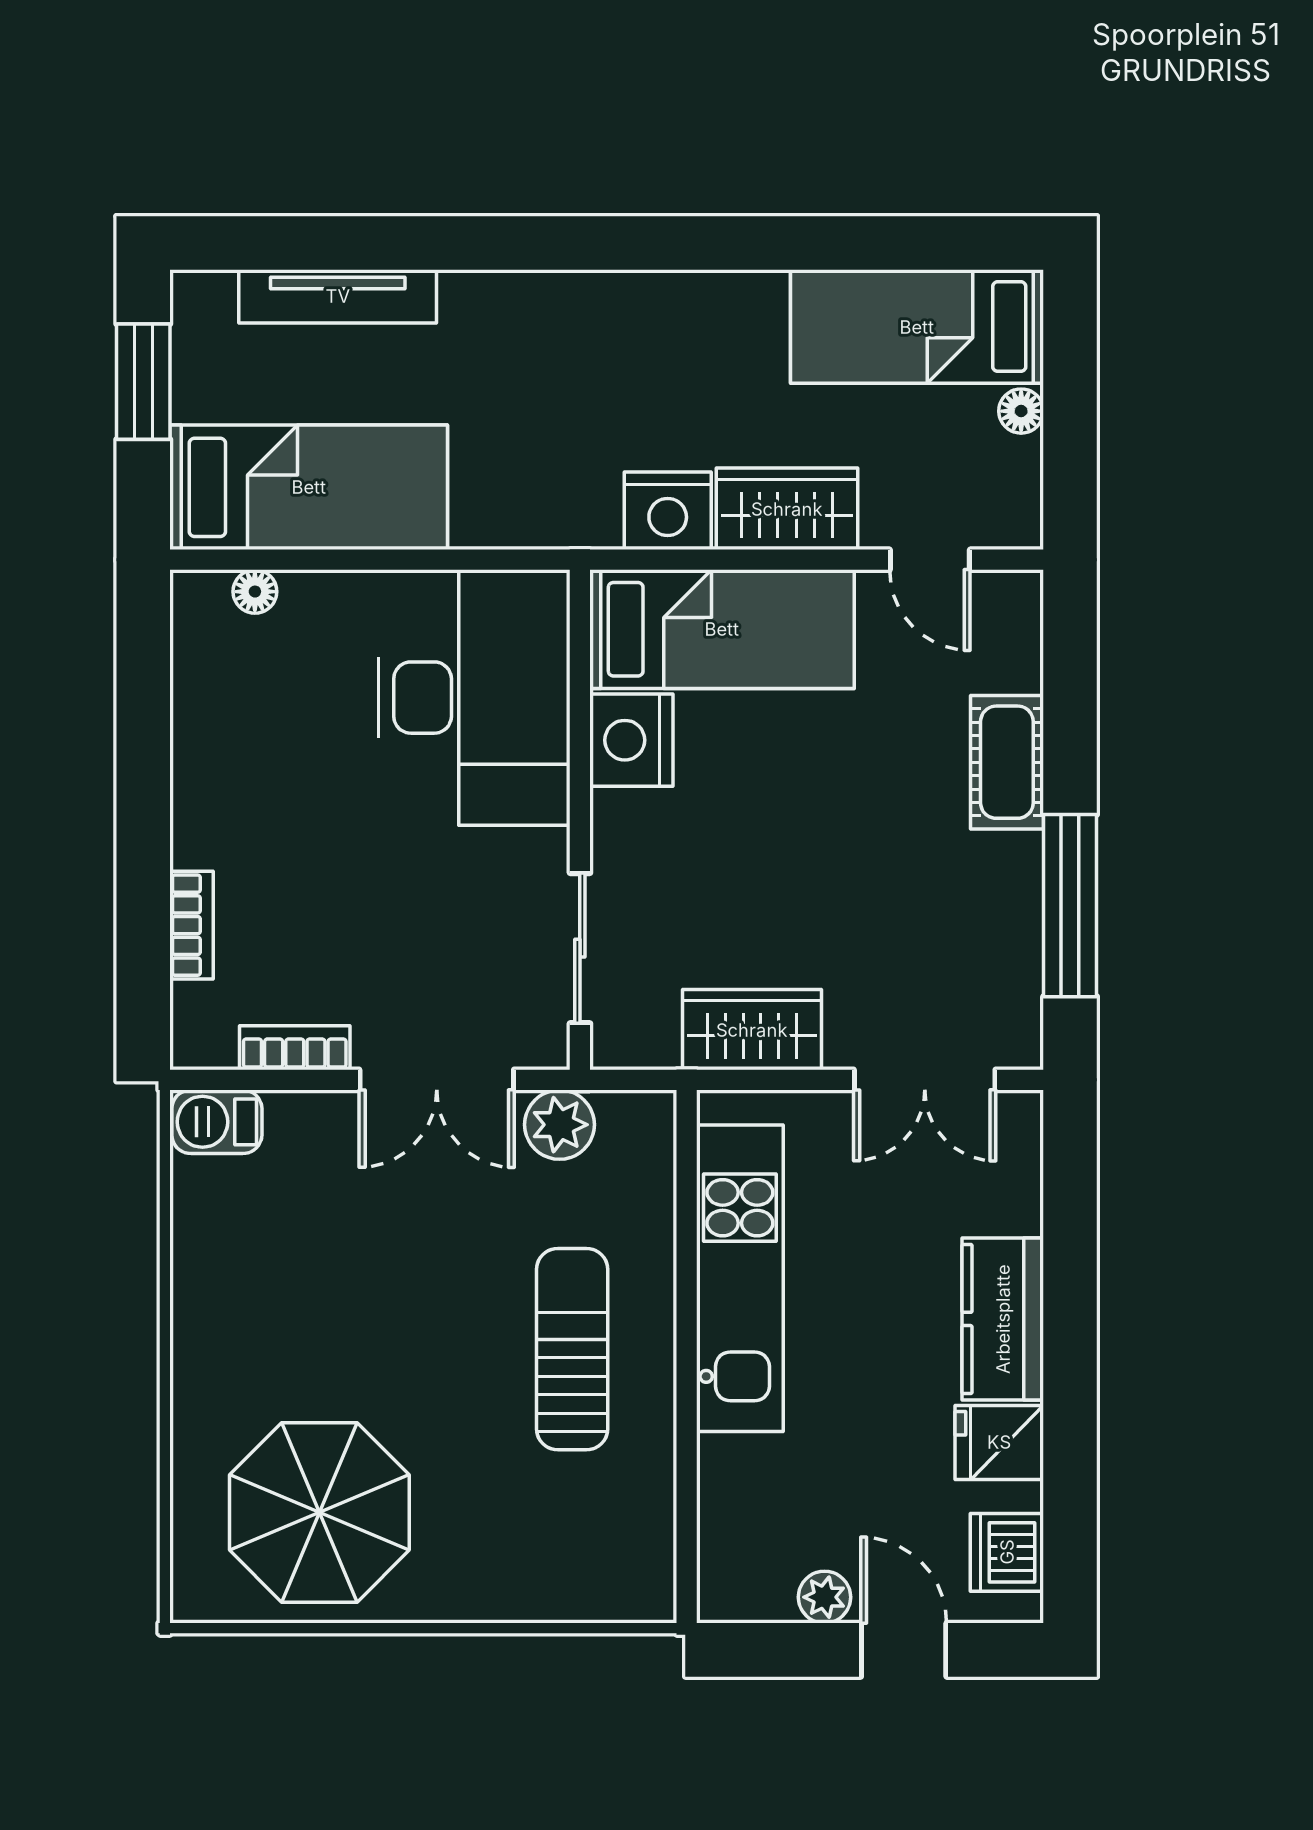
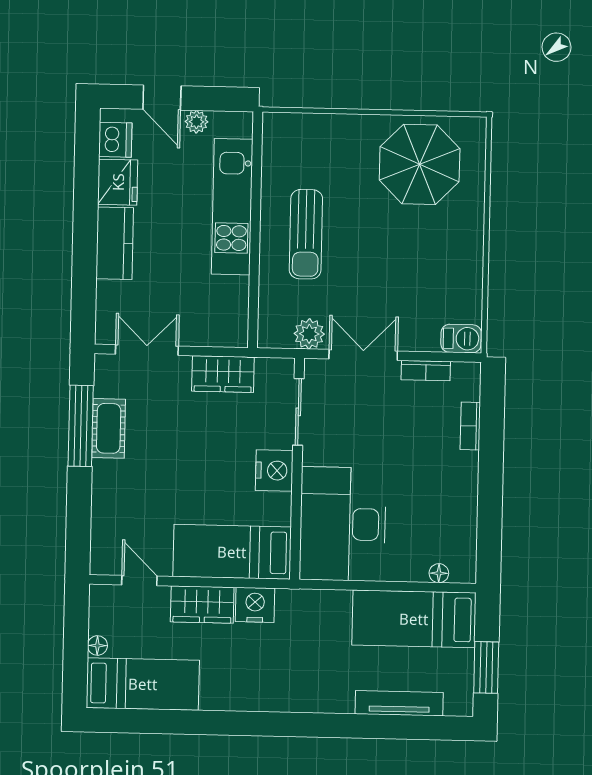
nightstand: (631, 740) -> (274, 470), moved
cot: (1007, 762) -> (109, 428), moved
kitchen unit: (740, 1278) -> (232, 207), moved
fridge: (999, 1442) -> (118, 182), width x1.38

